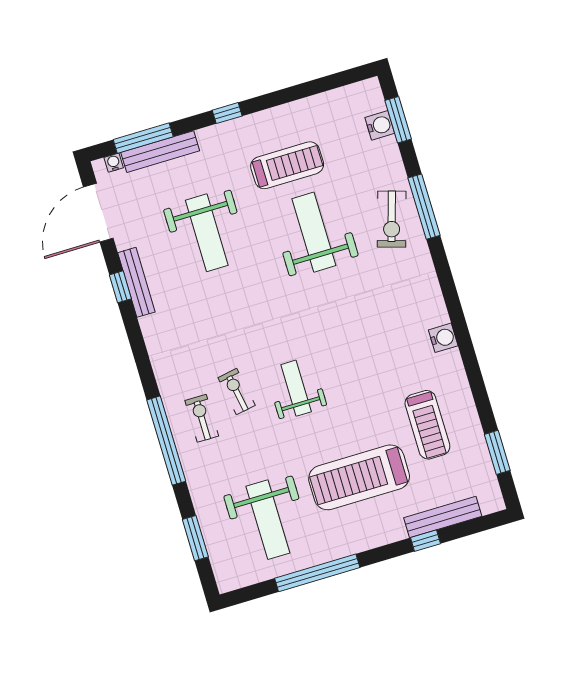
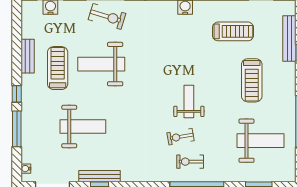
window: (143, 138) -> (17, 129), moved
bench: (160, 152) -> (28, 56), moved, width x0.73
weight bench: (296, 388) -> (189, 102), turned 90
treadmill: (359, 477) -> (252, 80), width x0.73, depth x0.73

